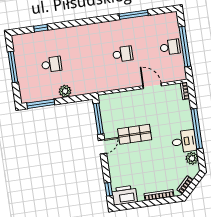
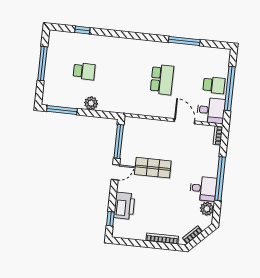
school desk: (123, 54) -> (162, 80), width x1.85
desk: (173, 70) -> (211, 110), added
printer: (124, 195) -> (124, 206), moved, turned 90

